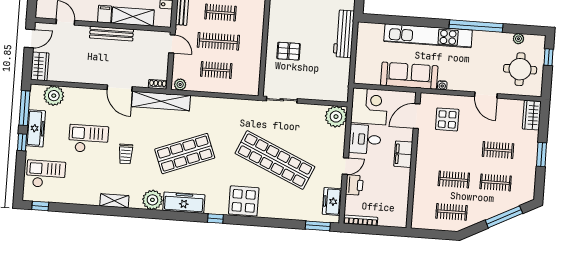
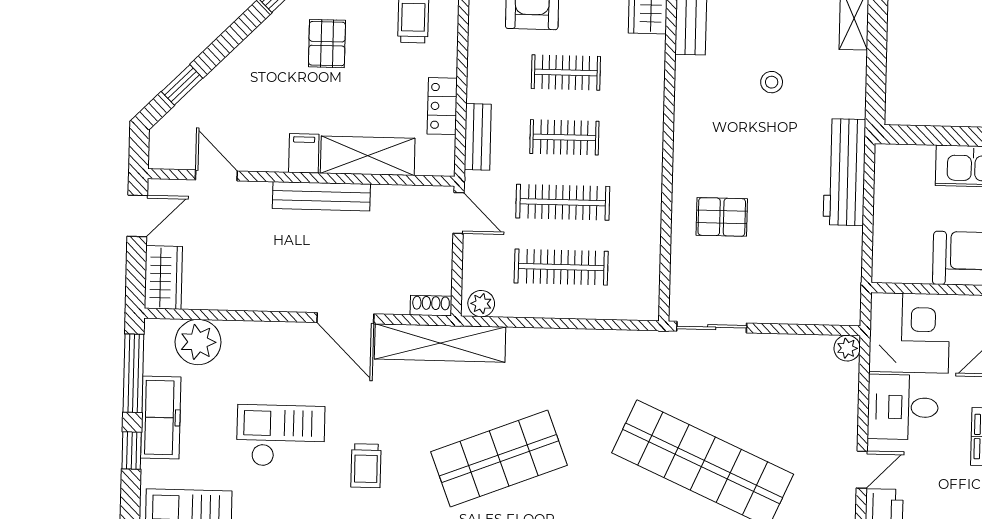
clothes rail: (216, 70) -> (561, 267), width x1.36
plant: (336, 117) -> (847, 348), width x0.53, depth x0.53

